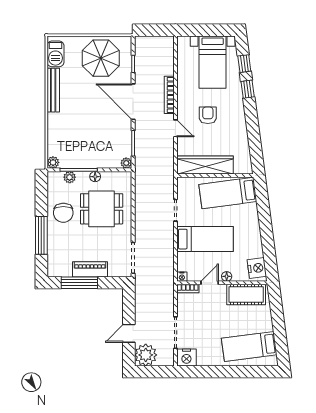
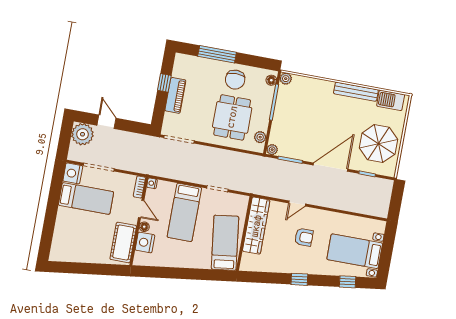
window: (248, 89) -> (299, 279), moved
bookcase: (169, 95) -> (331, 203), removed
plant: (70, 177) -> (260, 137), moved
floor lamp: (95, 177) -> (271, 80), moved
chair: (63, 213) -> (235, 80), turned -90
nightstand: (257, 268) -> (145, 242), moved, turned 97
window: (79, 283) -> (164, 83), width x0.46
bed: (249, 347) -> (86, 198), moved, turned 97

